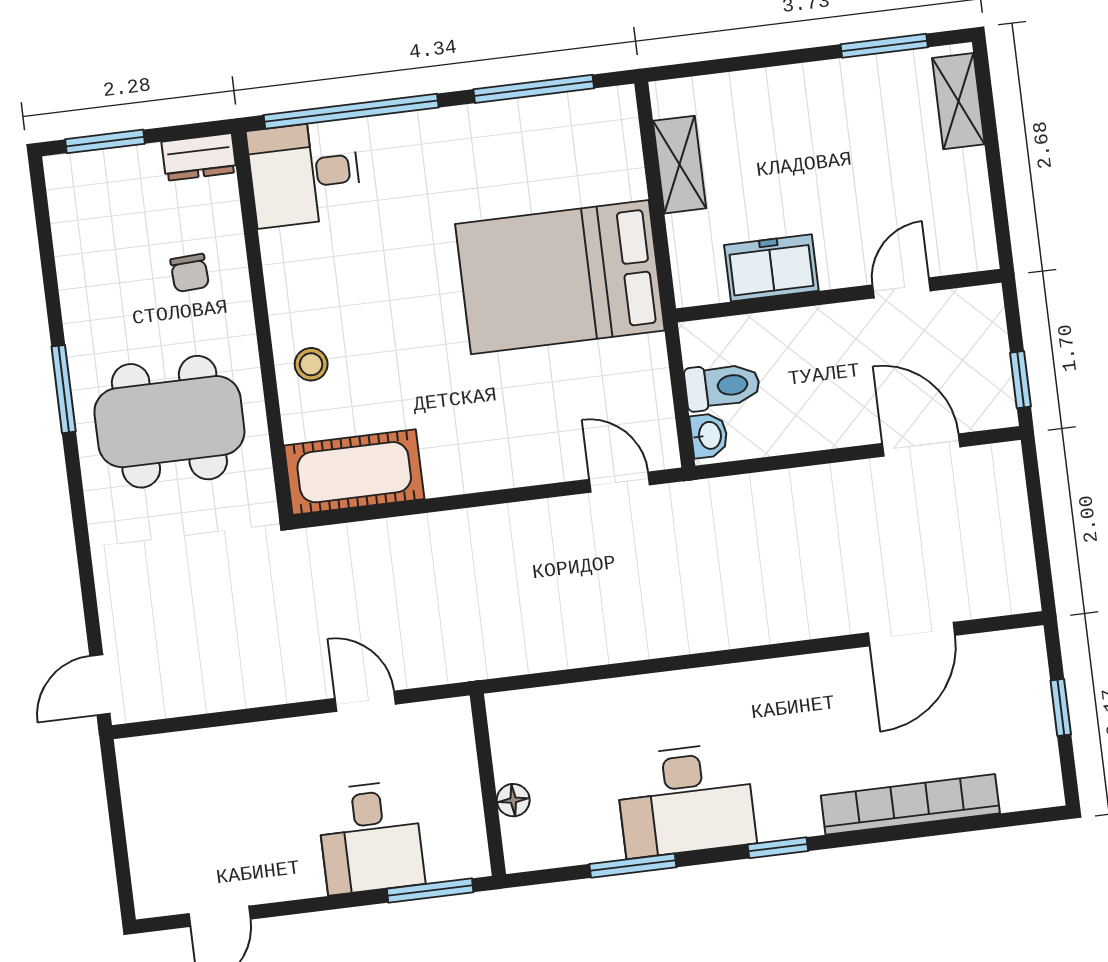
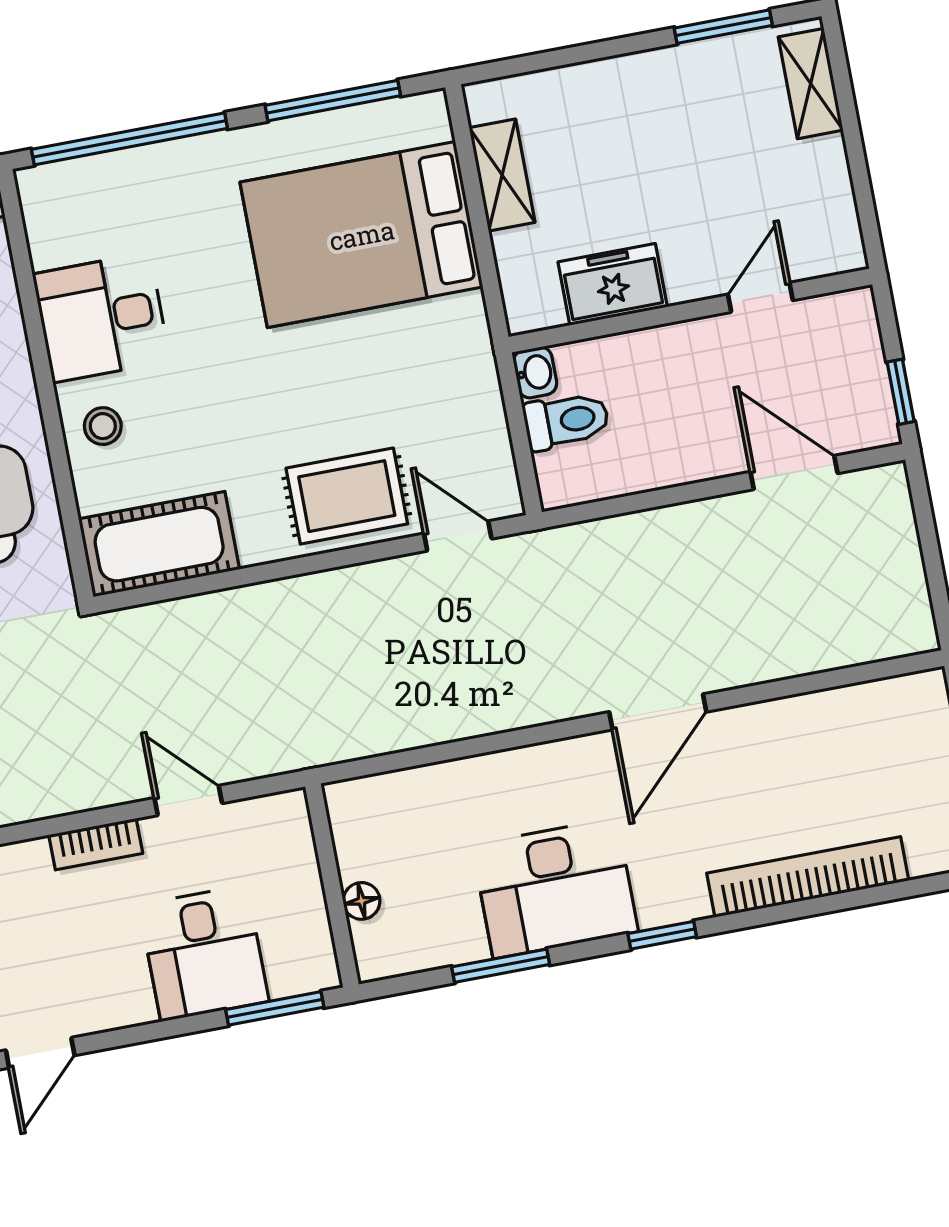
desk: (304, 174) -> (101, 317), moved
bed: (560, 277) -> (362, 235), moved
washbasin: (709, 436) -> (535, 372), moved
rug: (523, 440) -> (347, 496), added
door: (911, 634) -> (658, 712), moved
bookcase: (281, 735) -> (96, 844), added

